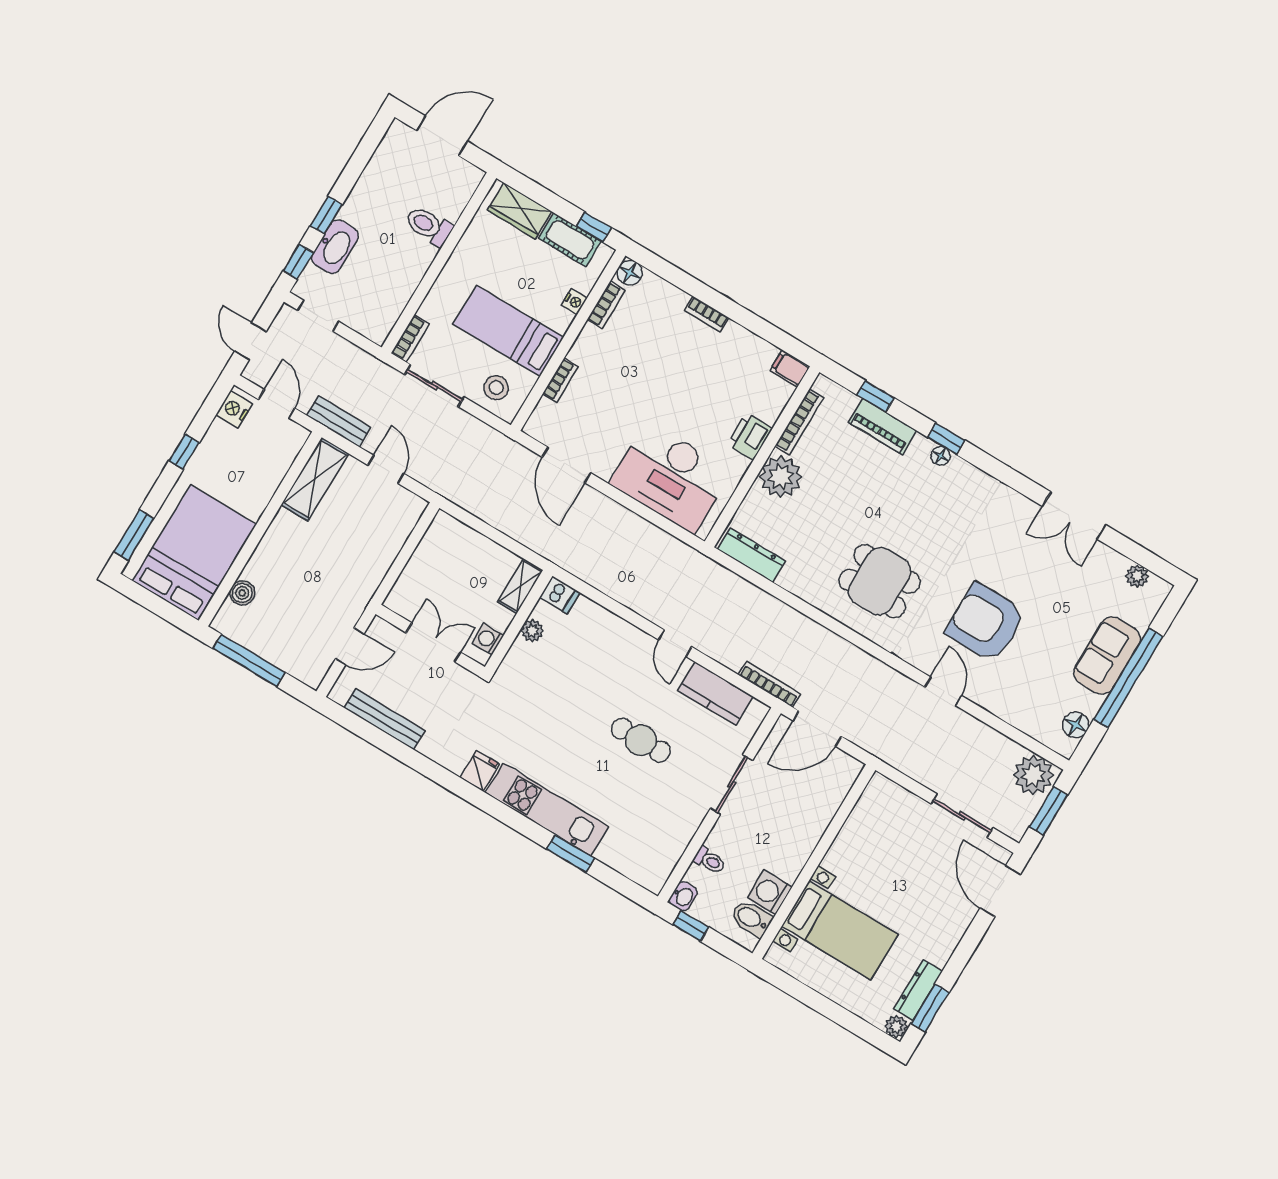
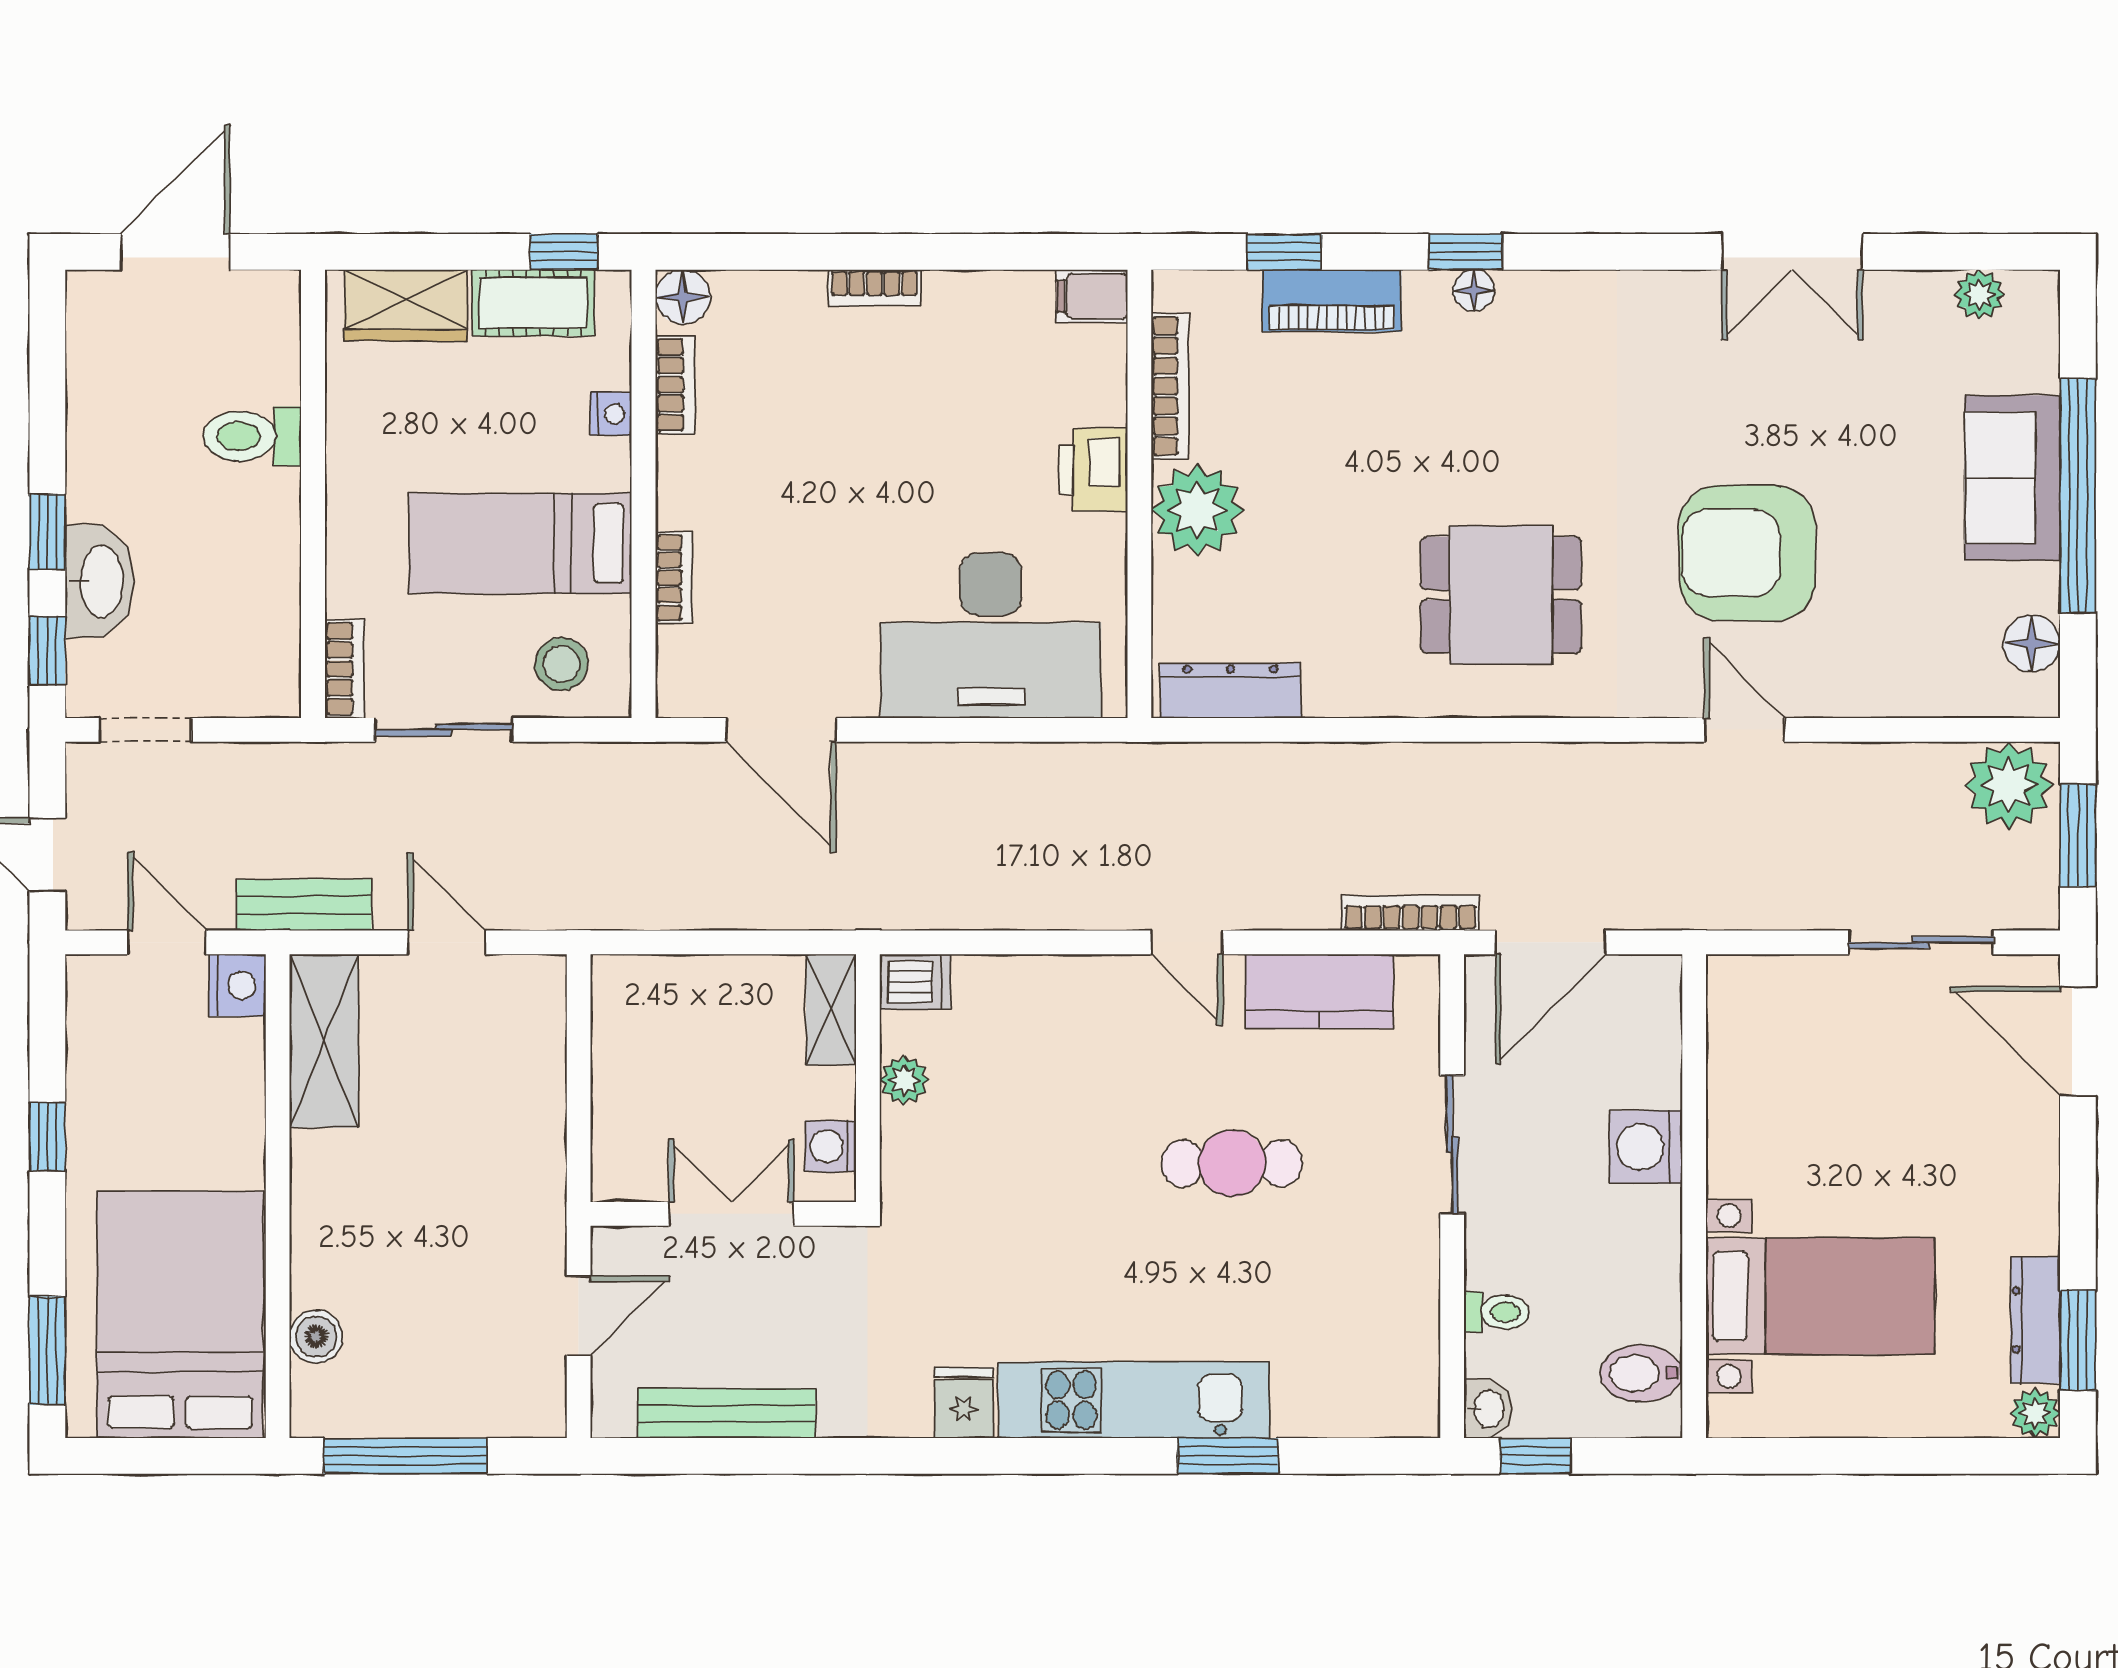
nightstand: (234, 409) -> (237, 985), moved, turned 180
washing machine: (770, 892) -> (1646, 1147), moved

